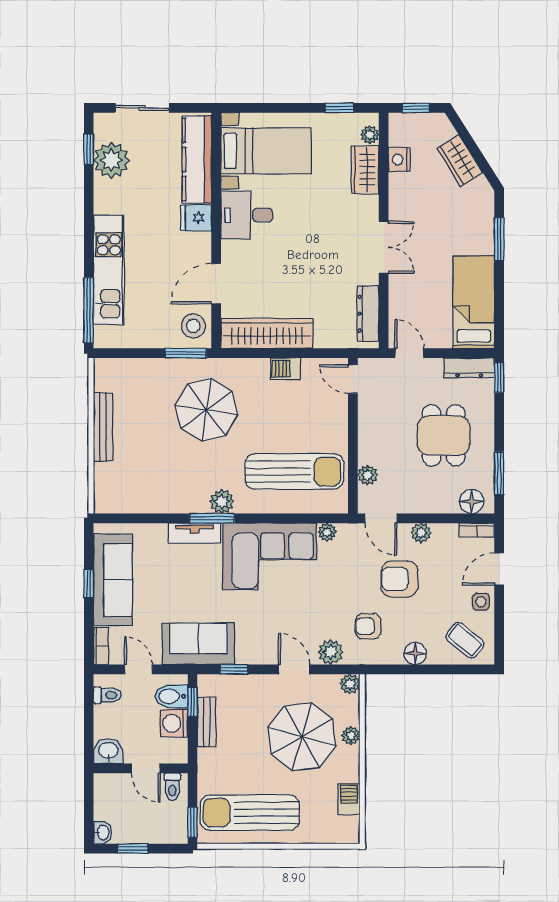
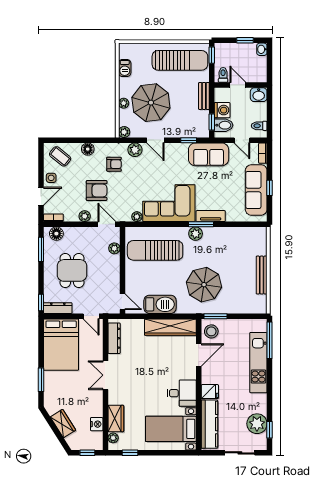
bed: (474, 302) -> (61, 345), width x1.50
barbecue: (286, 369) -> (160, 304), width x1.88, depth x1.53
bench: (207, 722) -> (204, 96), moved

